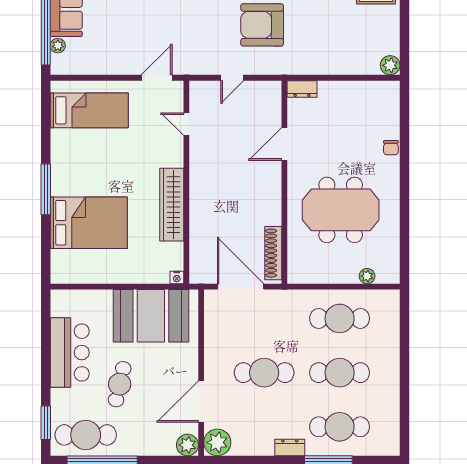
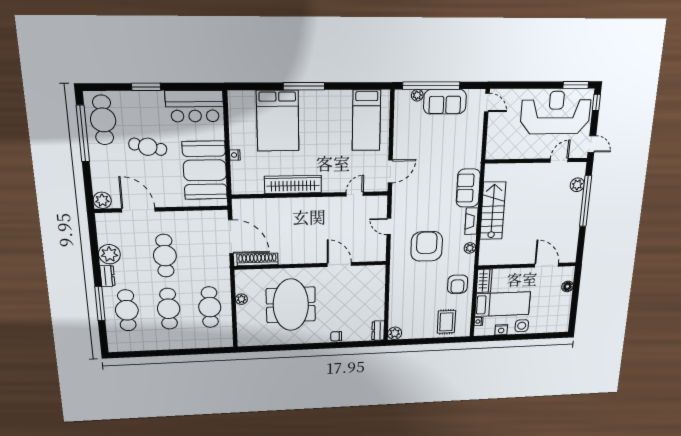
door: (157, 78) -> (390, 171), hinge flipped
dresser: (302, 89) -> (378, 331), moved
plant: (367, 276) -> (241, 299), moved
nightstand: (177, 278) -> (235, 155), moved
door: (241, 287) -> (231, 237), hinge flipped
bar counter: (70, 353) -> (195, 106), moved
window: (46, 423) -> (146, 87), moved
plant: (217, 442) -> (109, 254), moved

